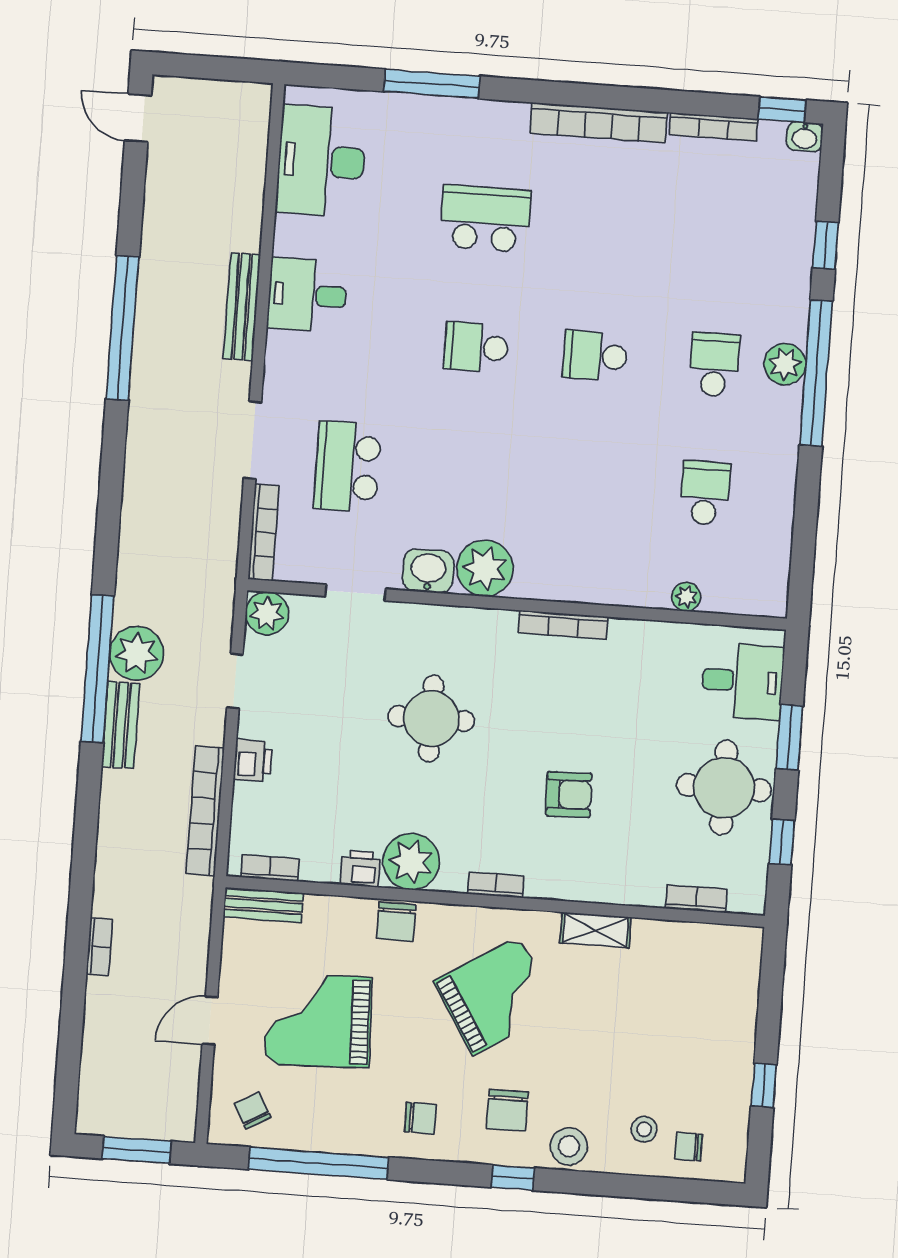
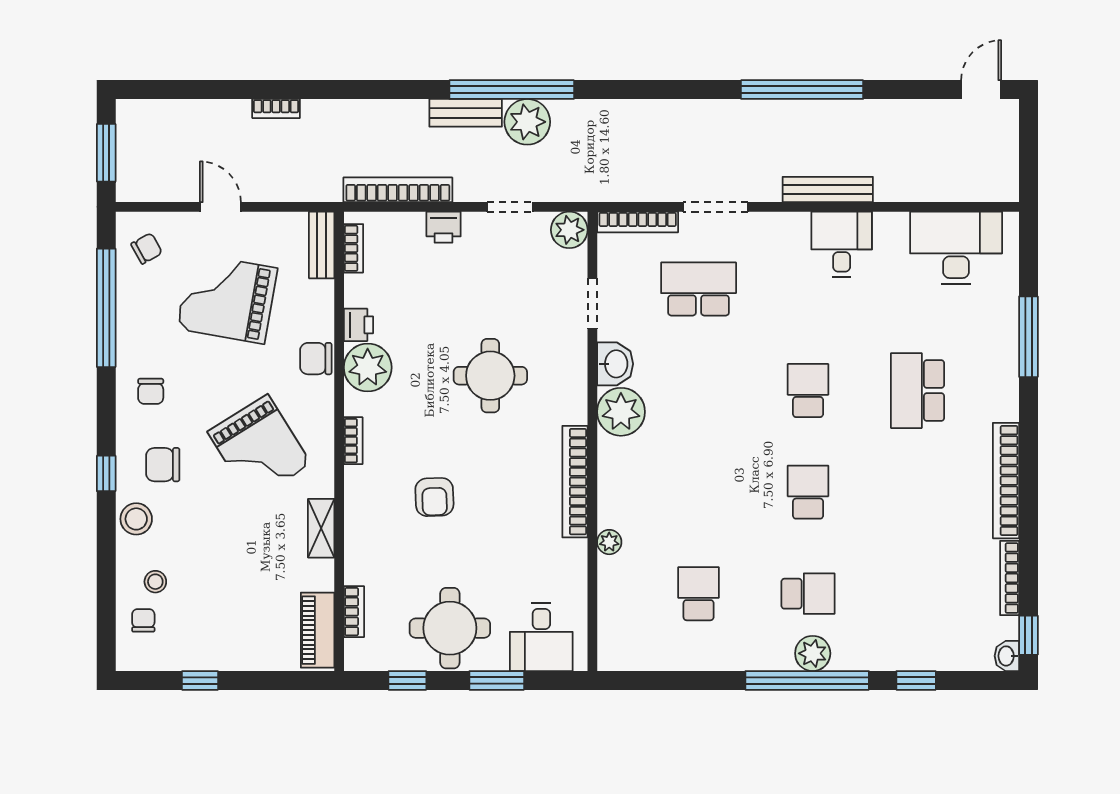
school desk: (485, 219) -> (918, 391), turned 180
school desk: (705, 493) -> (699, 594), turned -90
plant: (686, 597) -> (609, 542), moved
bookcase: (563, 625) -> (575, 482), width x1.48, depth x1.31
piano: (715, 943) -> (318, 630), added
grand piano: (318, 1021) -> (227, 298), turned -78

